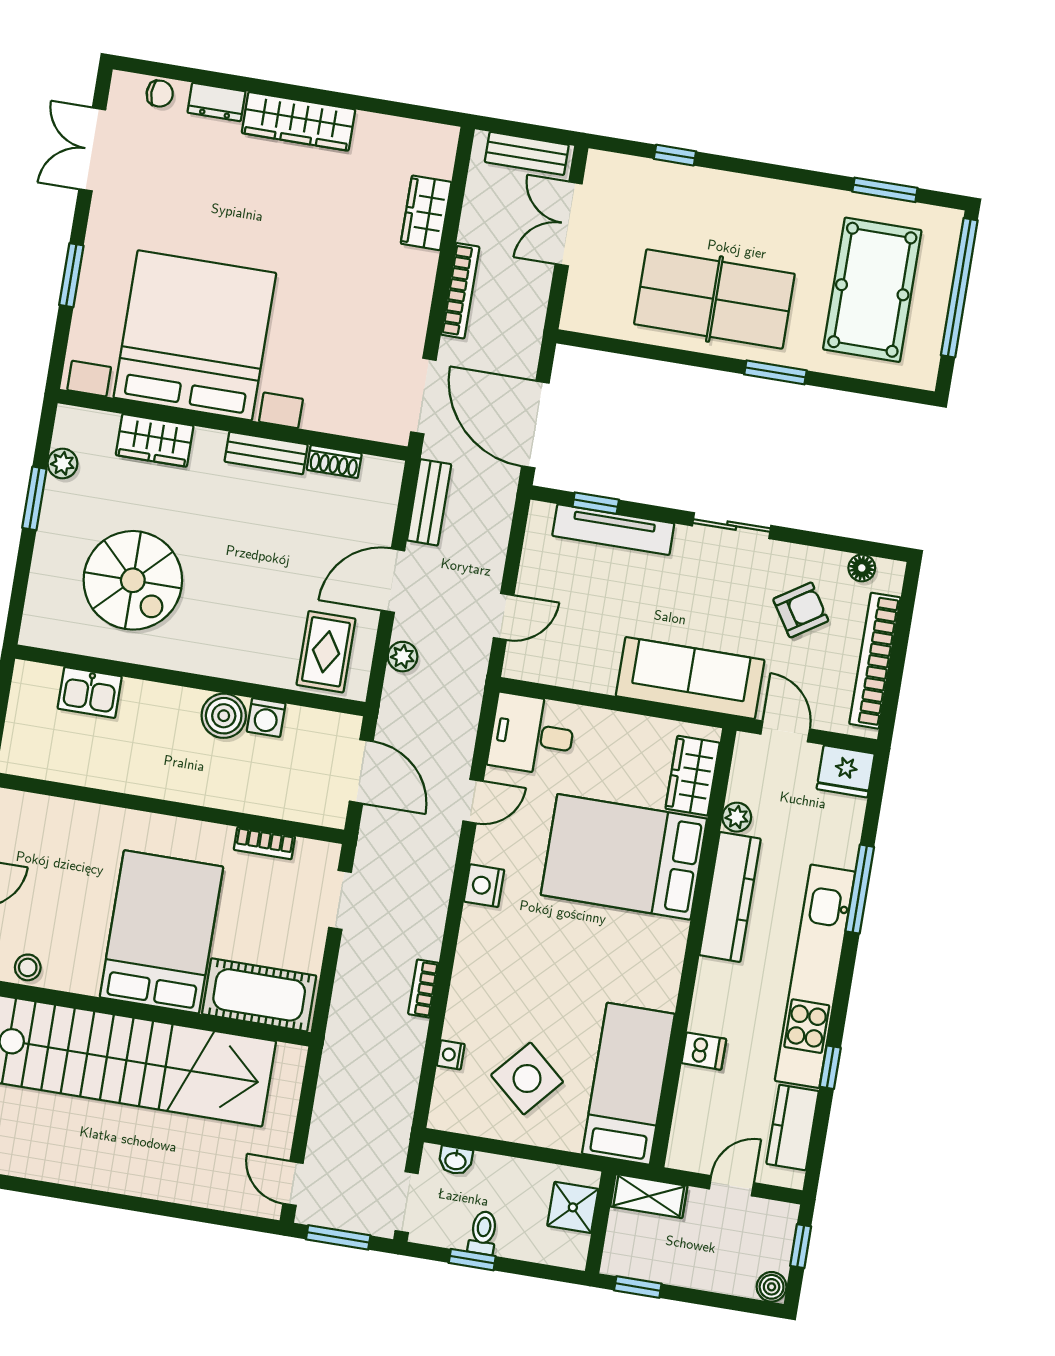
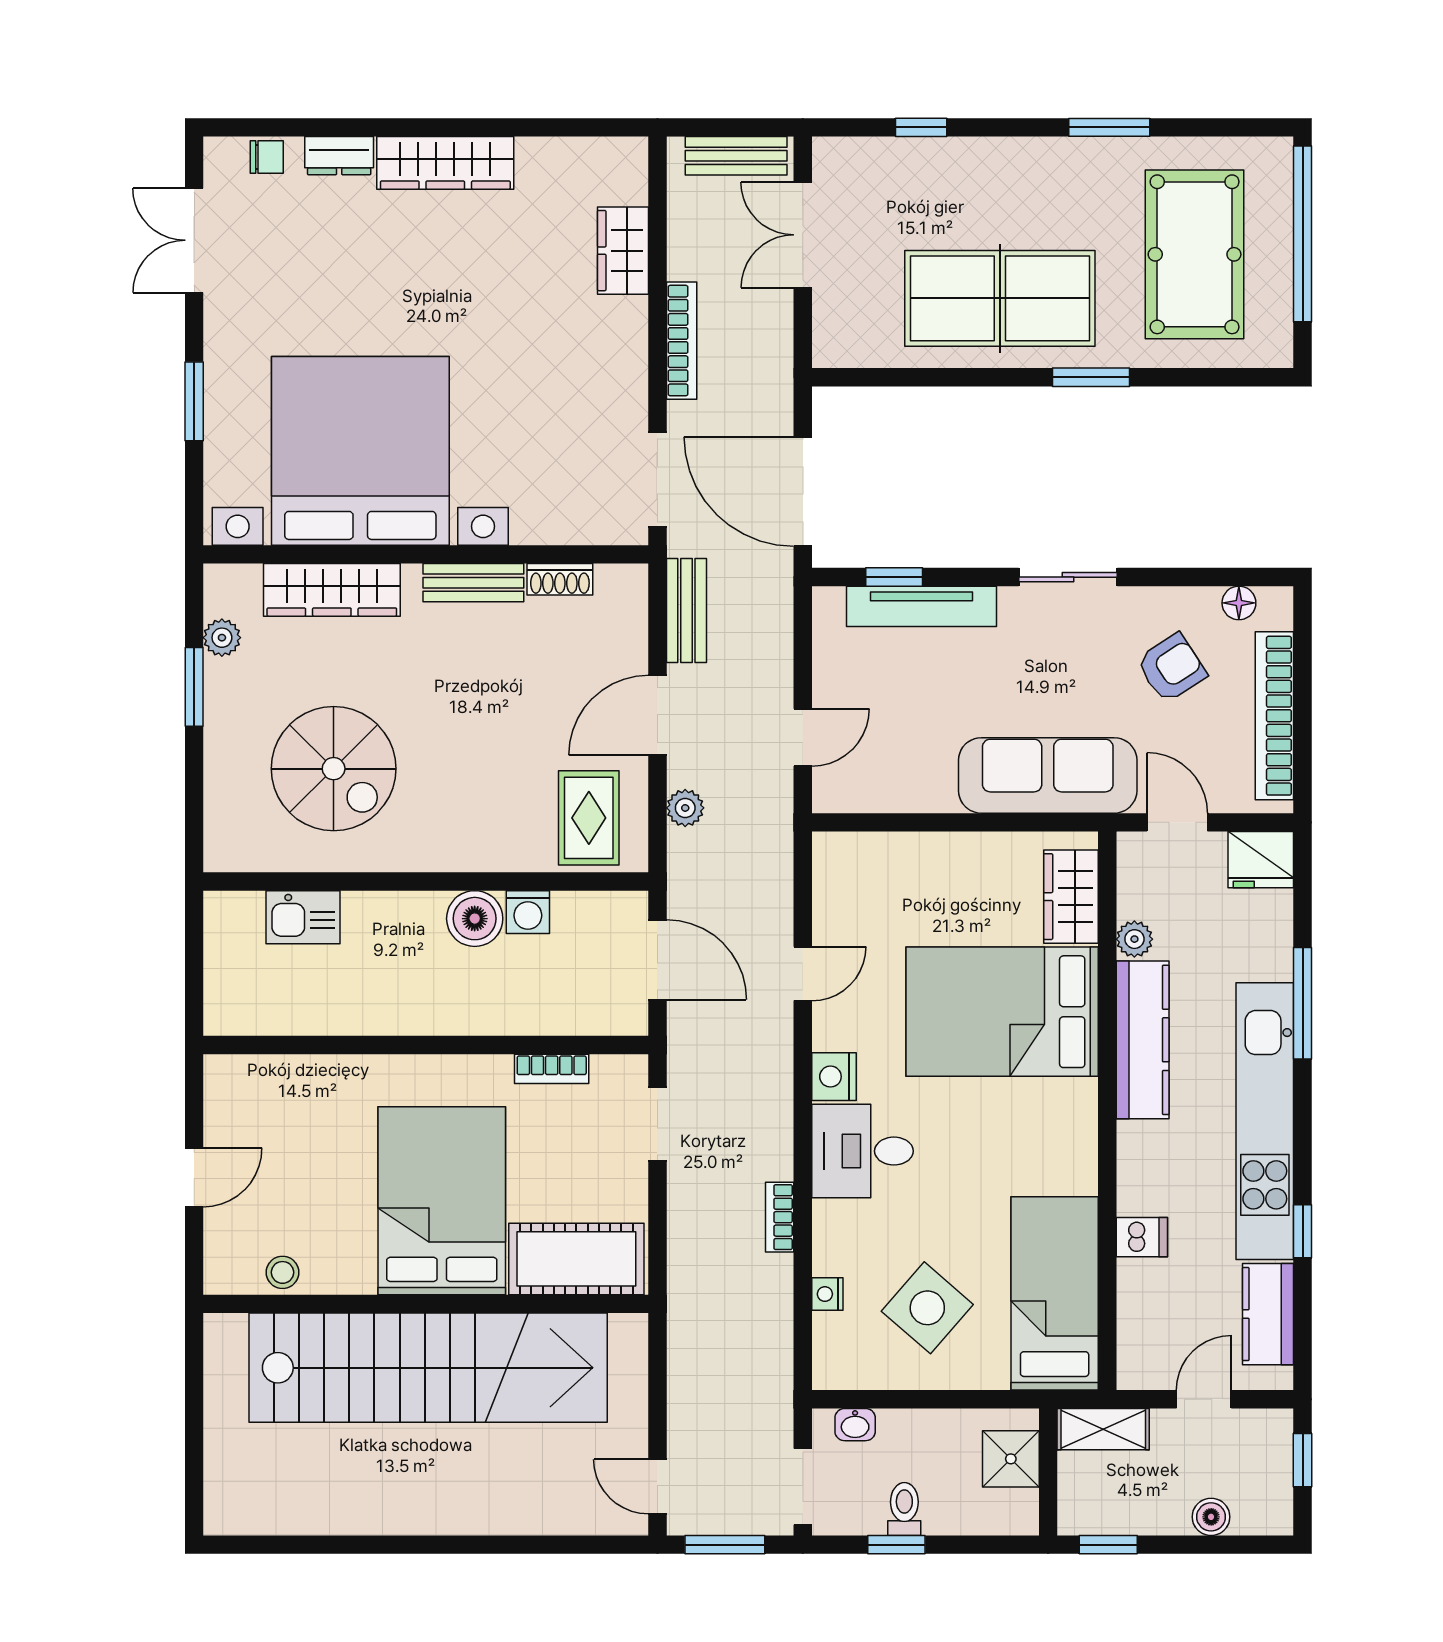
window: (885, 190) -> (1109, 127), moved
wardrobe: (155, 440) -> (332, 590), width x1.50
desk: (532, 734) -> (863, 1151), moved
boiler: (772, 1287) -> (1211, 1517), moved

